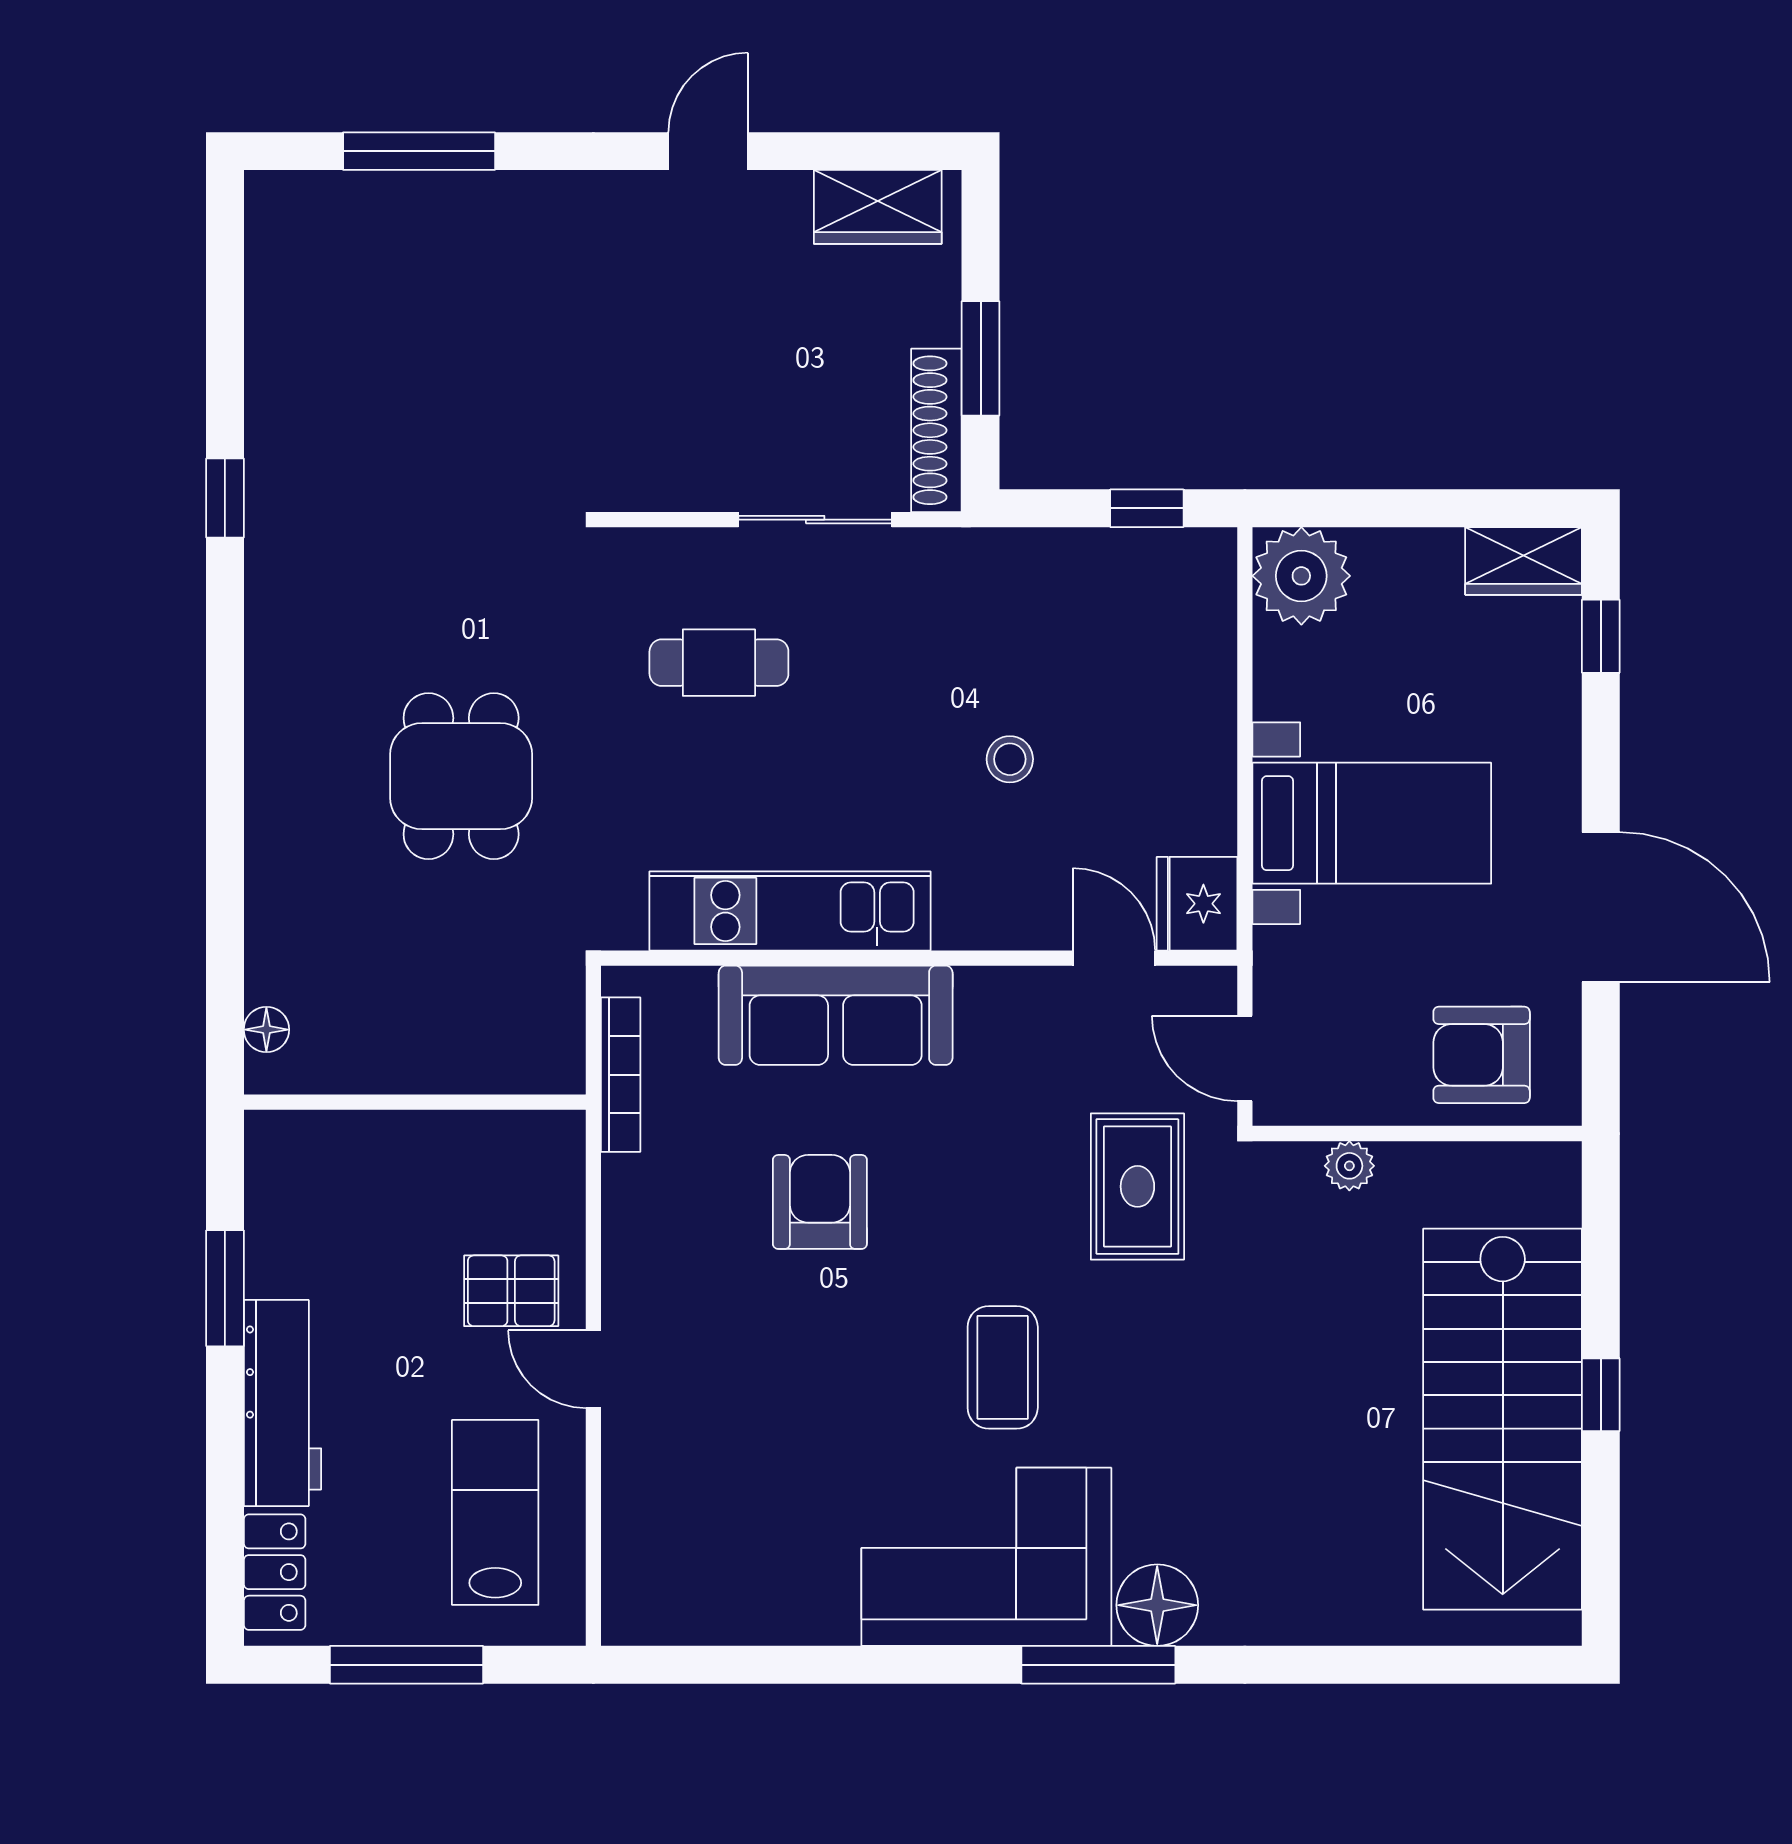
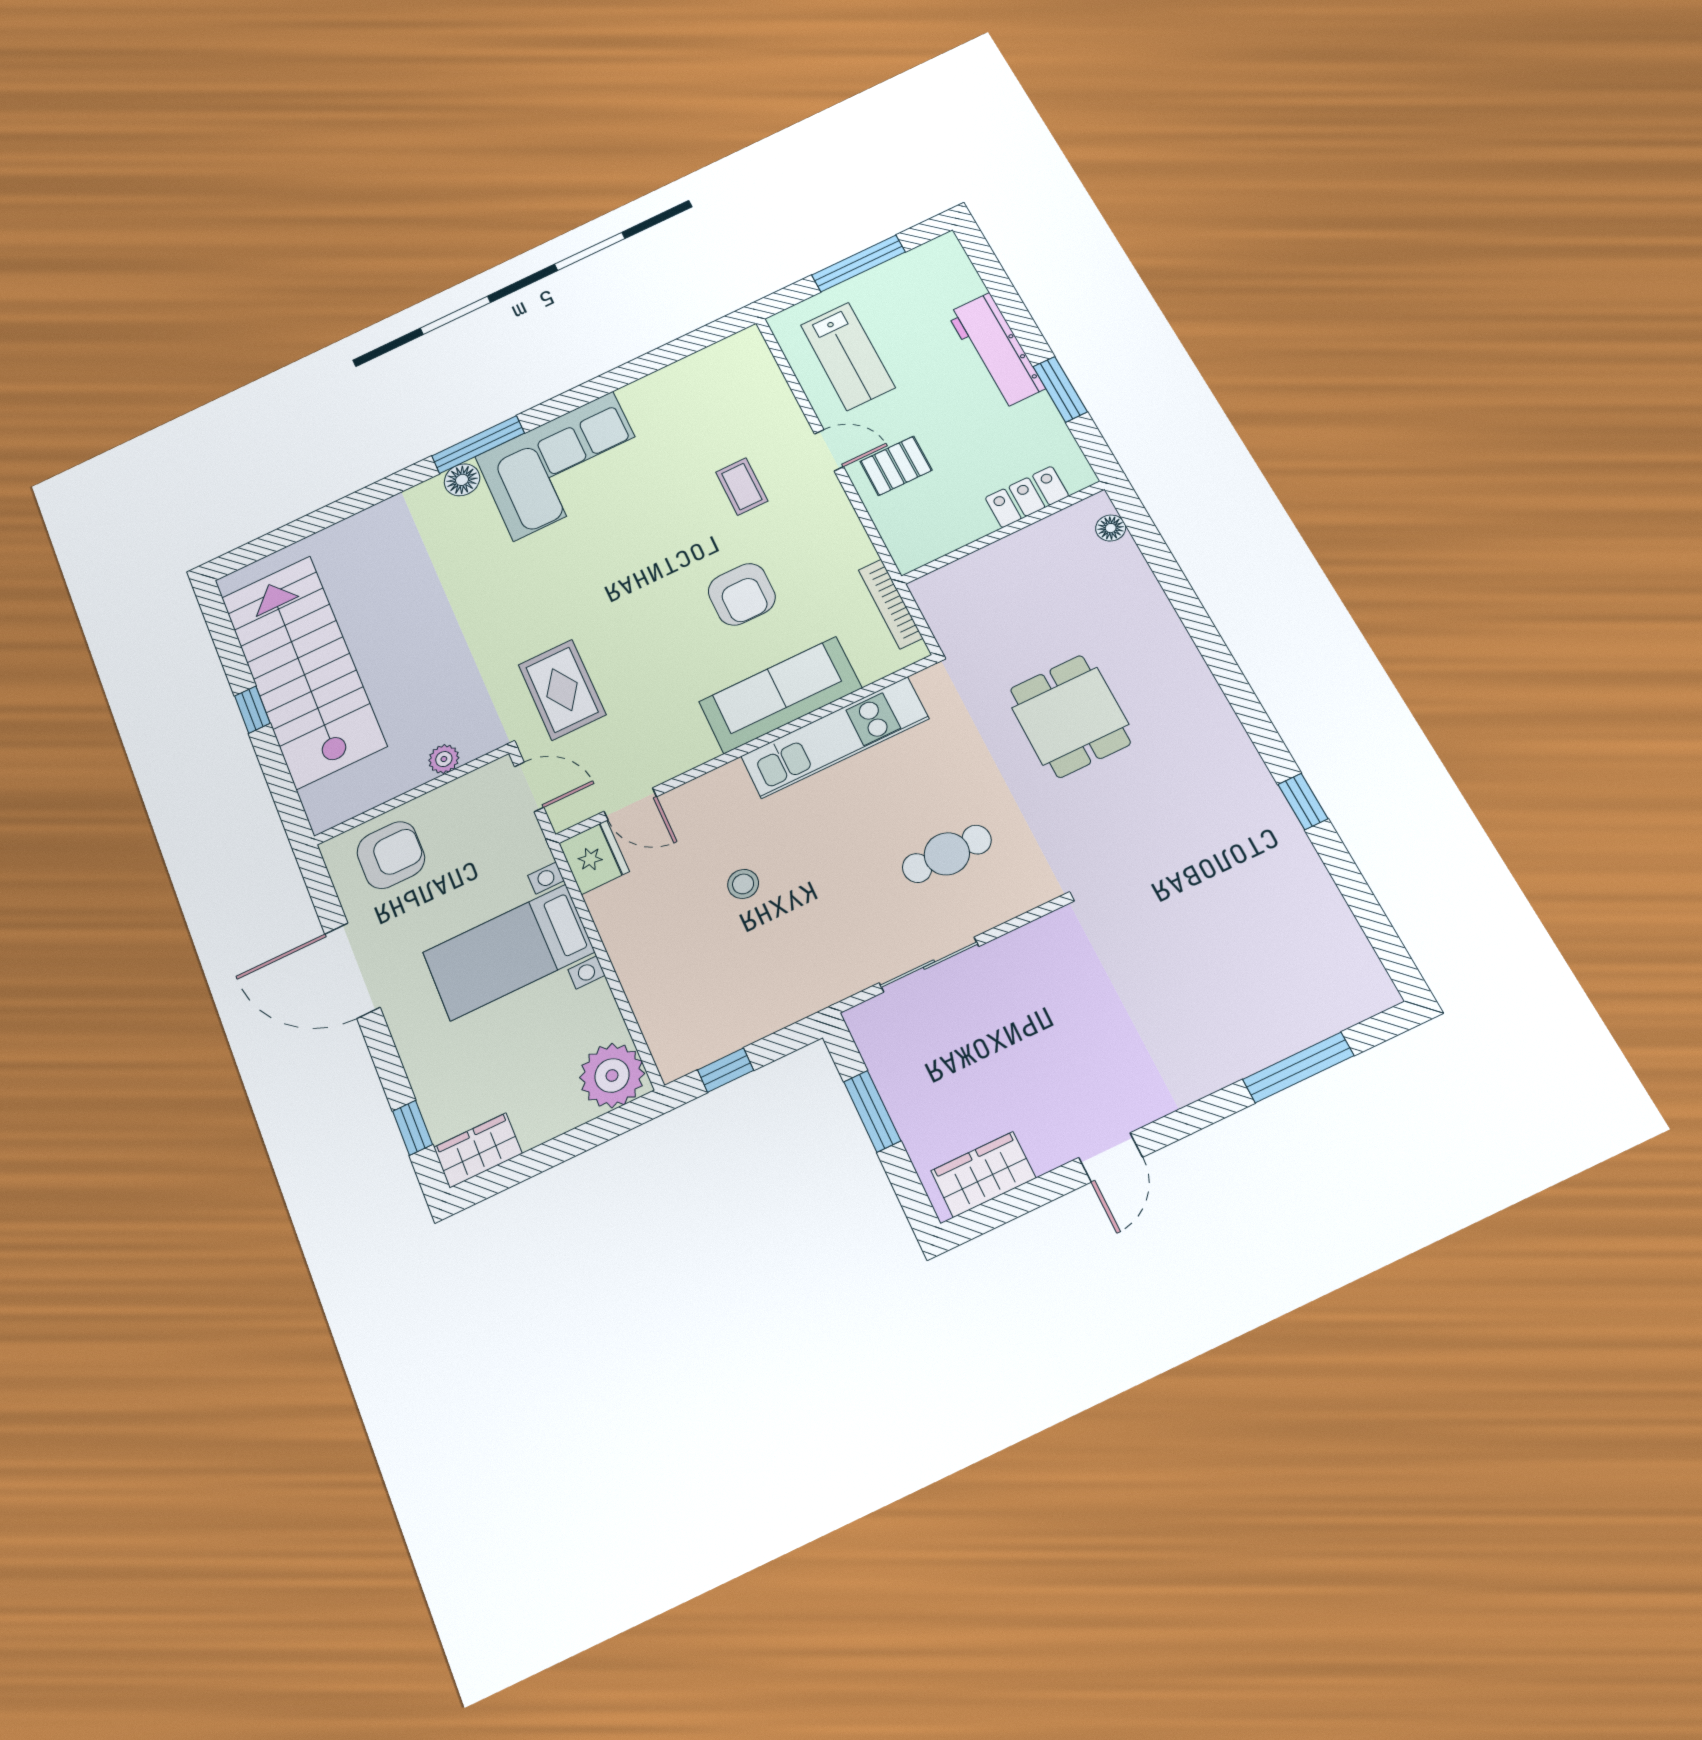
shoe rack: (936, 430) -> (879, 1054), removed
coffee table: (1003, 1367) -> (742, 487), moved, width x0.73, depth x0.77
locker: (275, 1572) -> (1027, 497), moved, turned 90
floor lamp: (1157, 1605) -> (462, 480), width x0.73, depth x0.73

